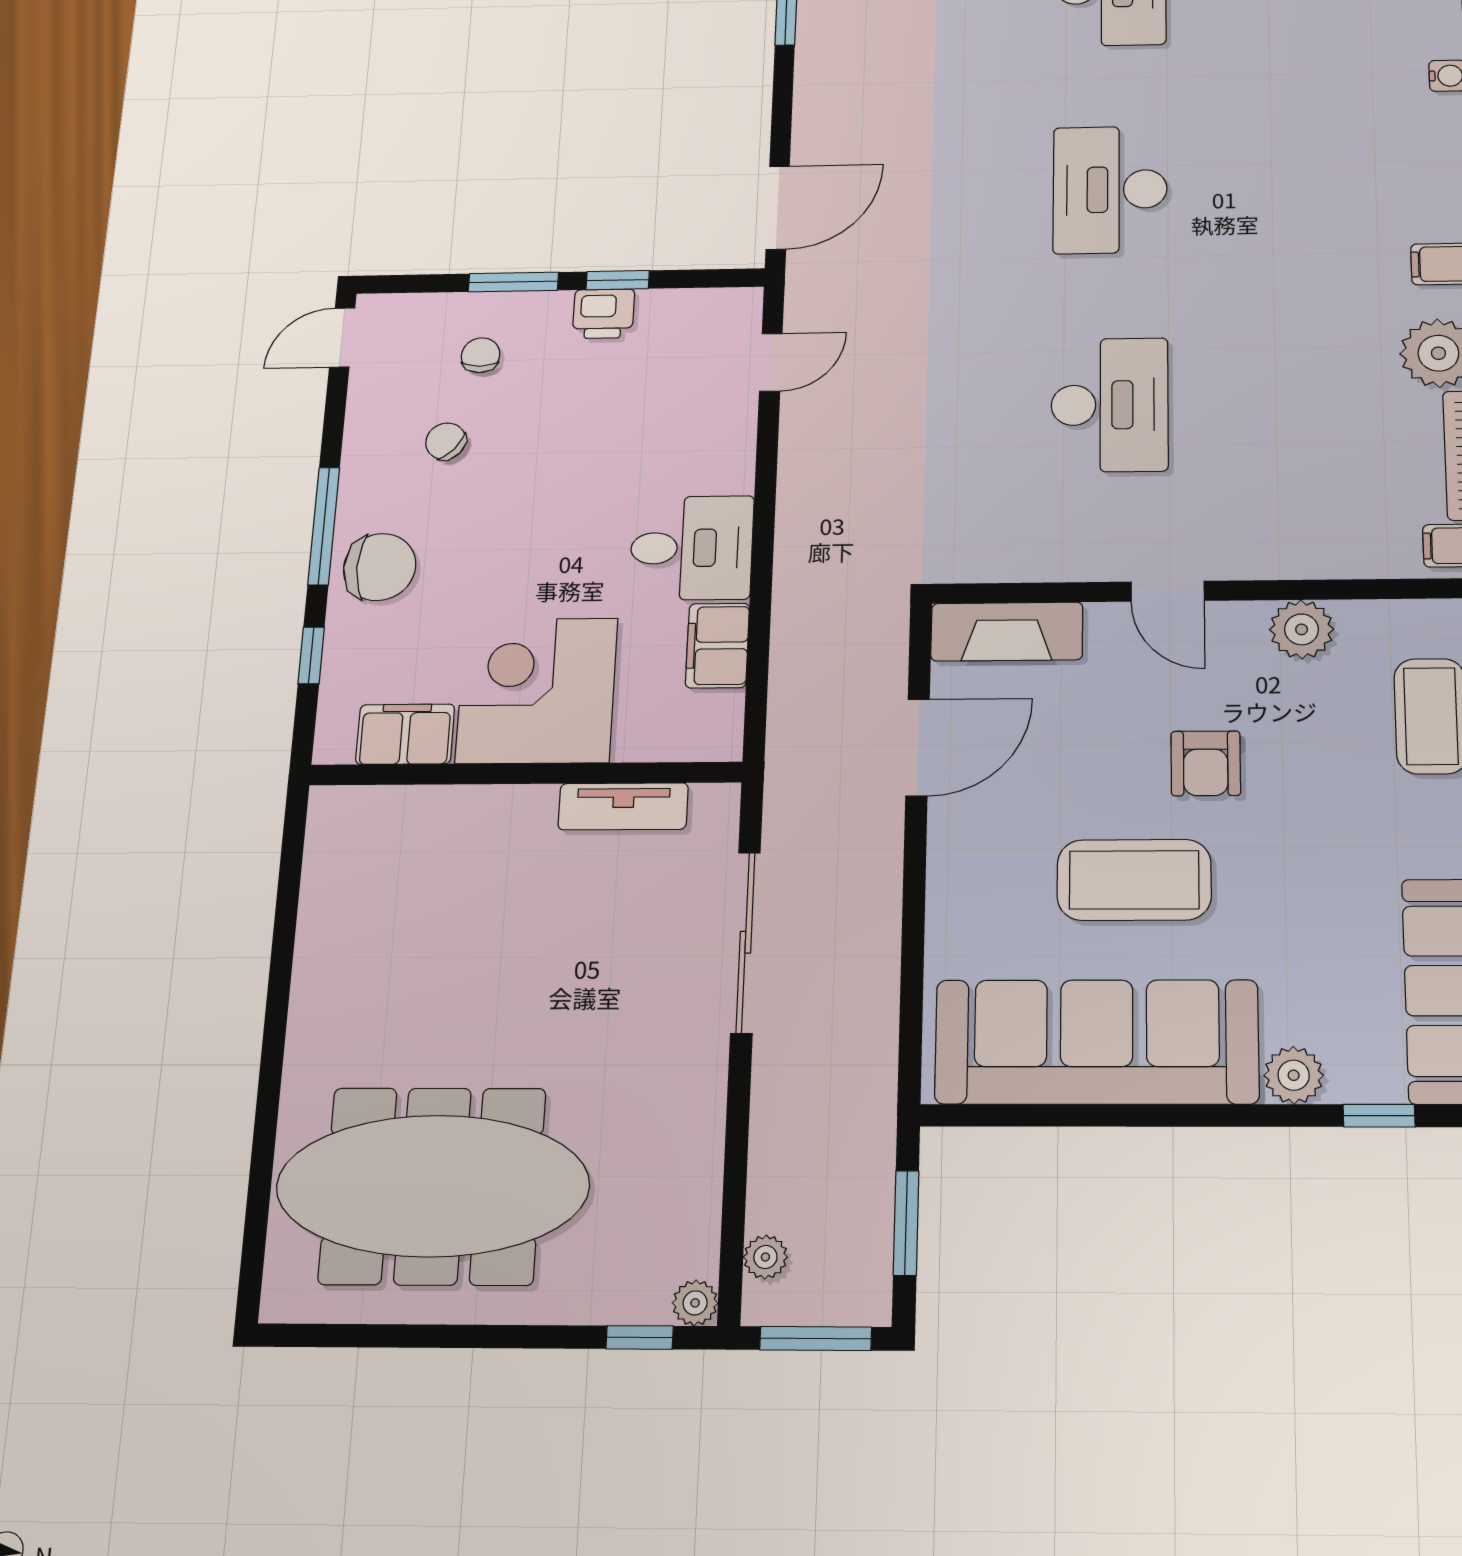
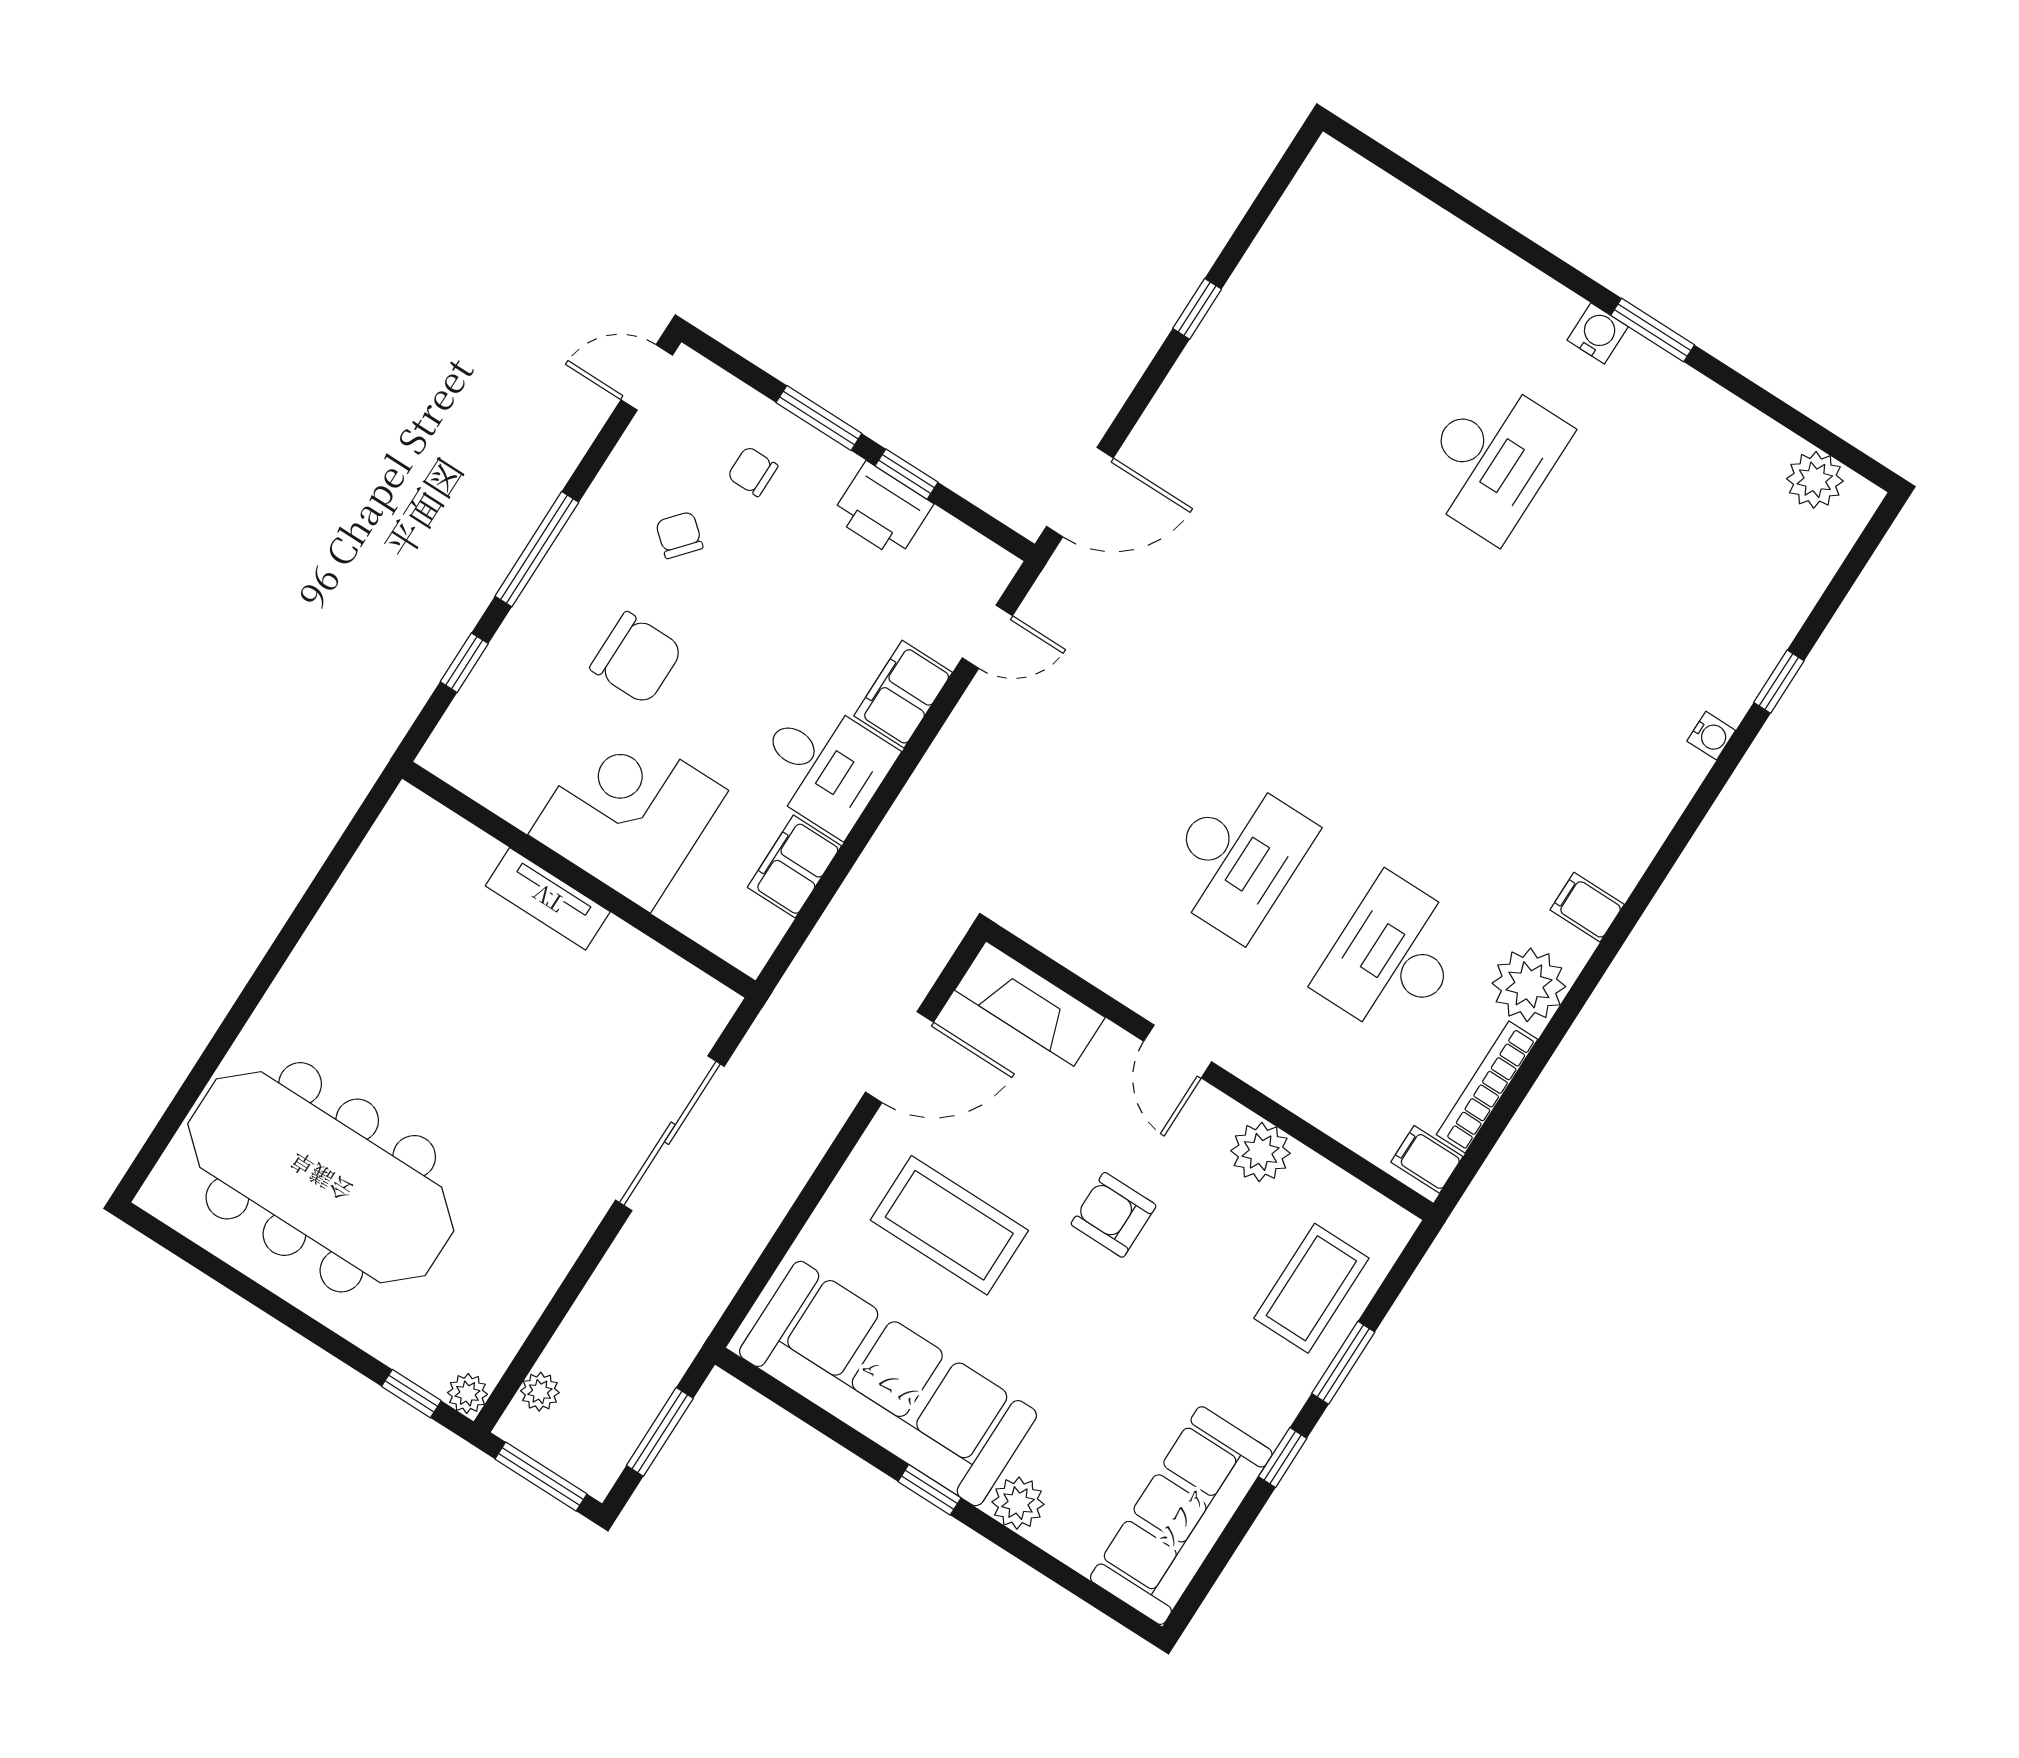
desk: (1110, 190) -> (1393, 957), moved
printer: (603, 314) -> (882, 510), width x1.36, depth x1.24
chair: (481, 355) -> (753, 471), turned -90
chair: (380, 567) -> (636, 658), moved
filing cabinet: (405, 734) -> (903, 694), moved, turned -90
armchair: (1206, 763) -> (1114, 1215), turned 90
tv unit: (623, 806) -> (548, 899), moved
coffee table: (1134, 880) -> (949, 1225), moved
window: (1379, 1116) -> (929, 1490), moved

